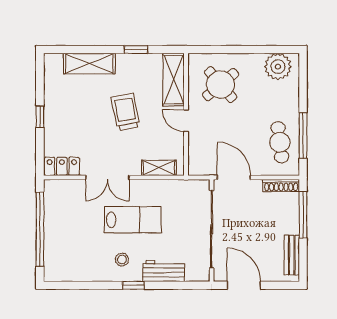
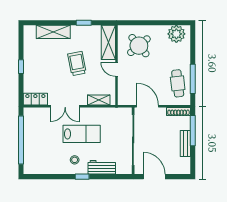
bench: (292, 255) -> (185, 143), moved

